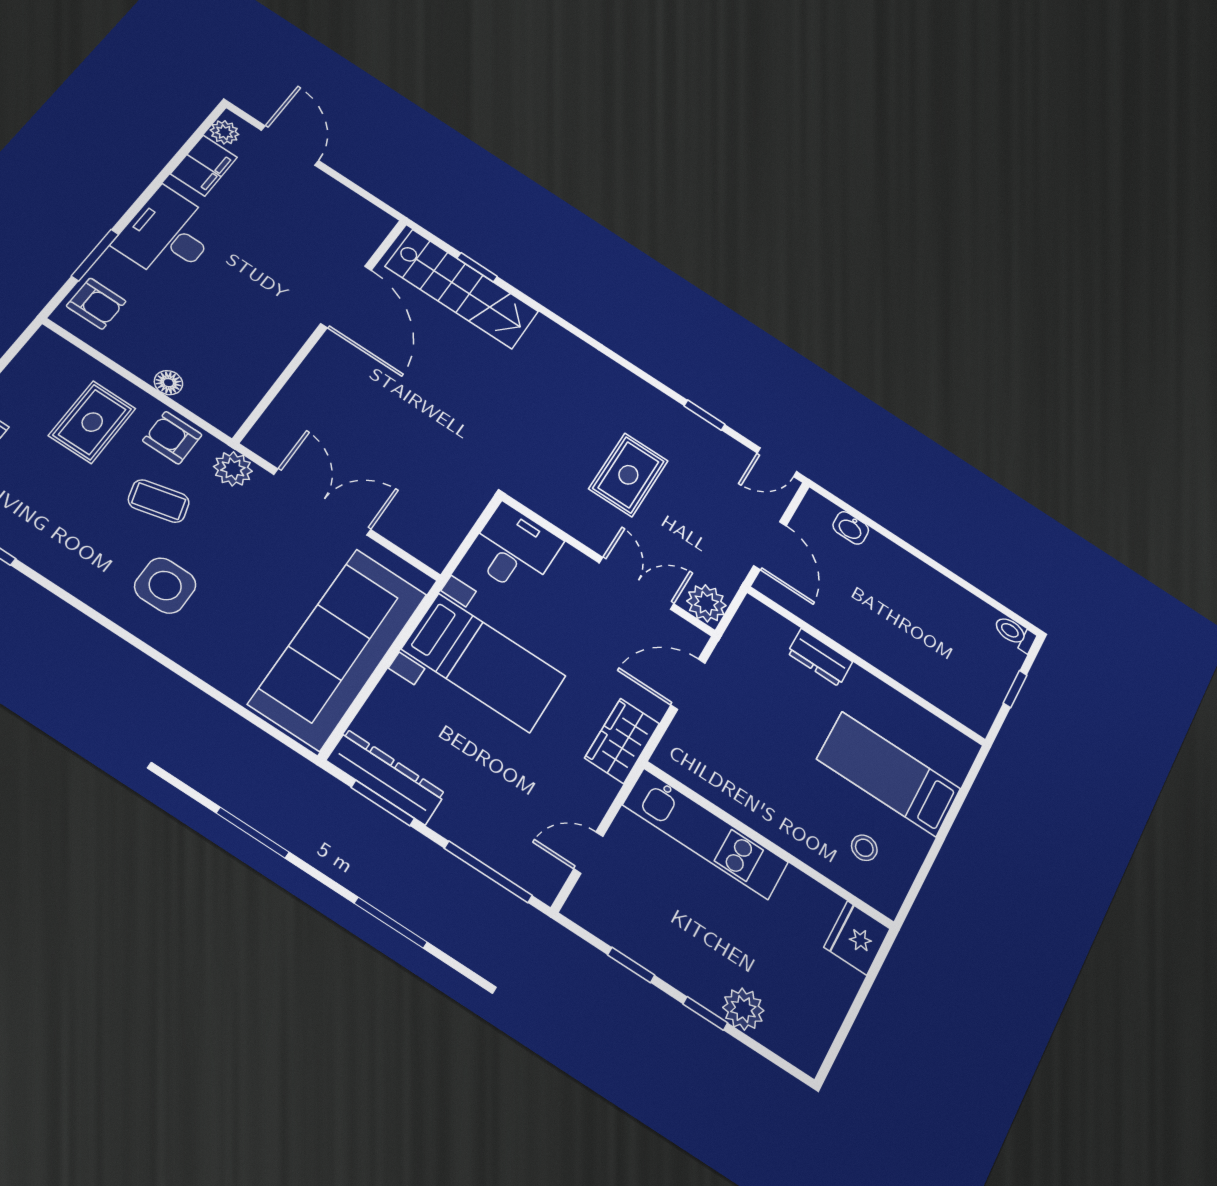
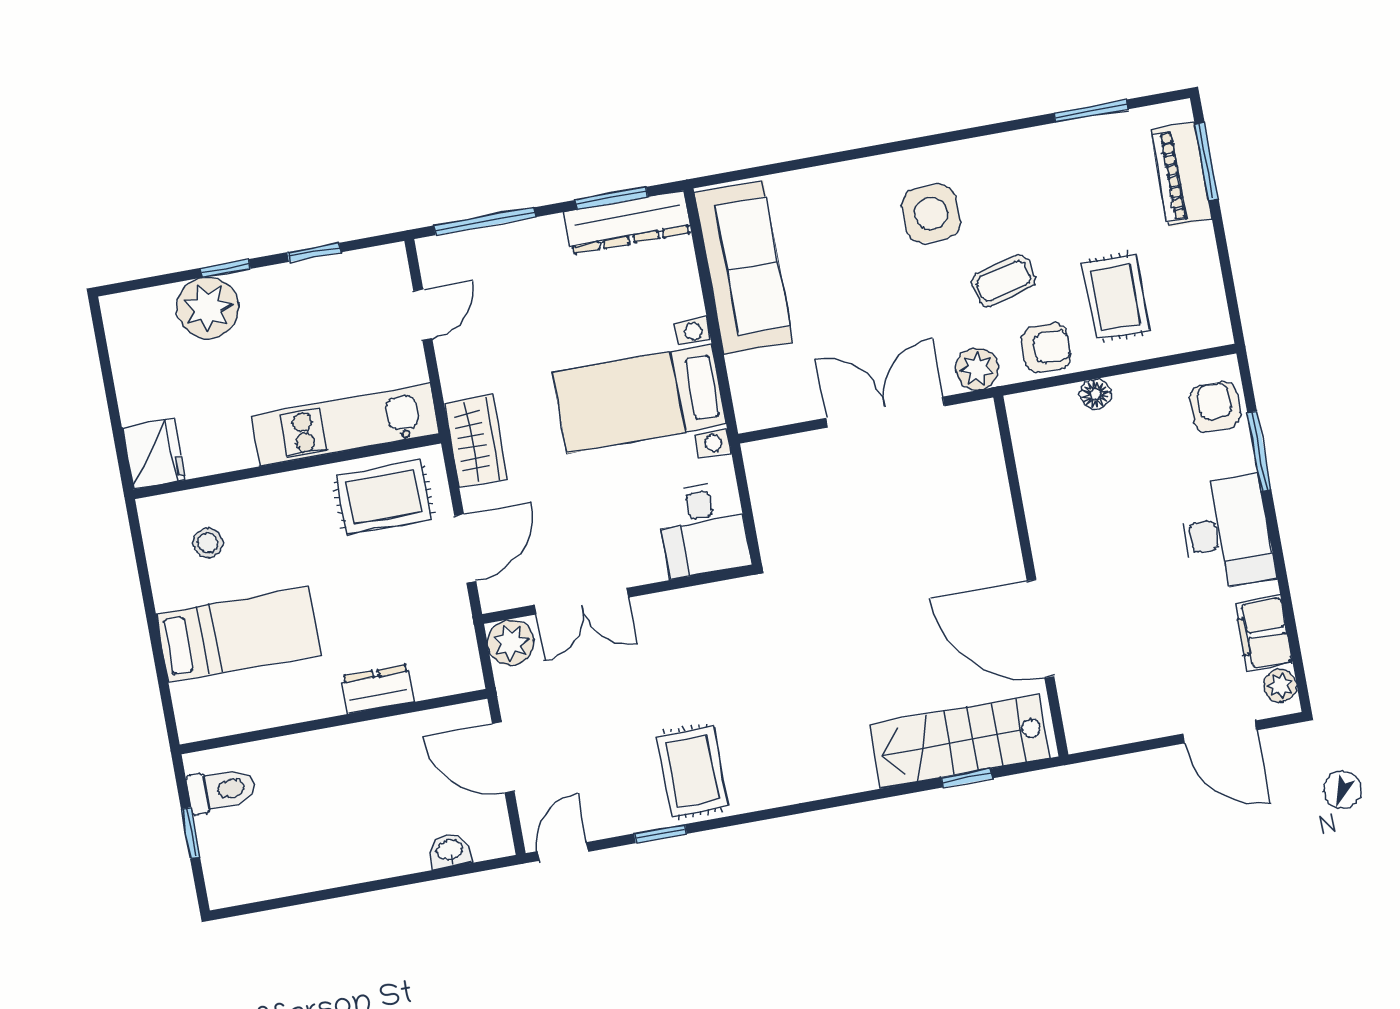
armchair: (96, 304) -> (1215, 407), turned 90
rug: (628, 475) -> (693, 771), moved
double door: (322, 502) -> (885, 412), swing flipped
toilet: (1015, 633) -> (222, 790), moved, width x1.37, depth x1.39
sofa: (339, 648) -> (743, 267), width x0.74, depth x0.79
rug: (718, 765) -> (383, 497), added
plant: (743, 1009) -> (208, 308), width x1.36, depth x1.36

